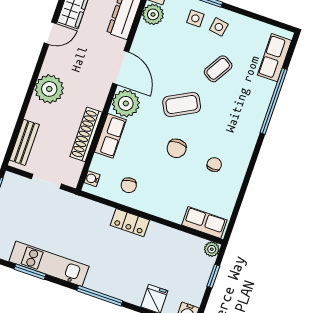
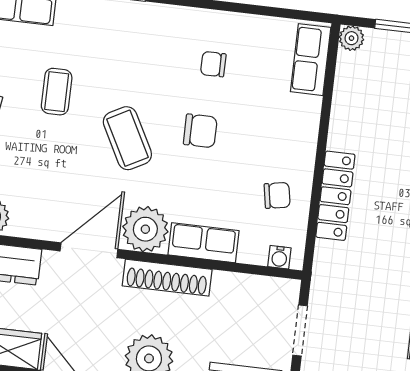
coffee table: (218, 69) -> (57, 92), turned 59
shoe rack: (86, 134) -> (167, 278), moved
locker: (130, 223) -> (335, 196), width x1.53

